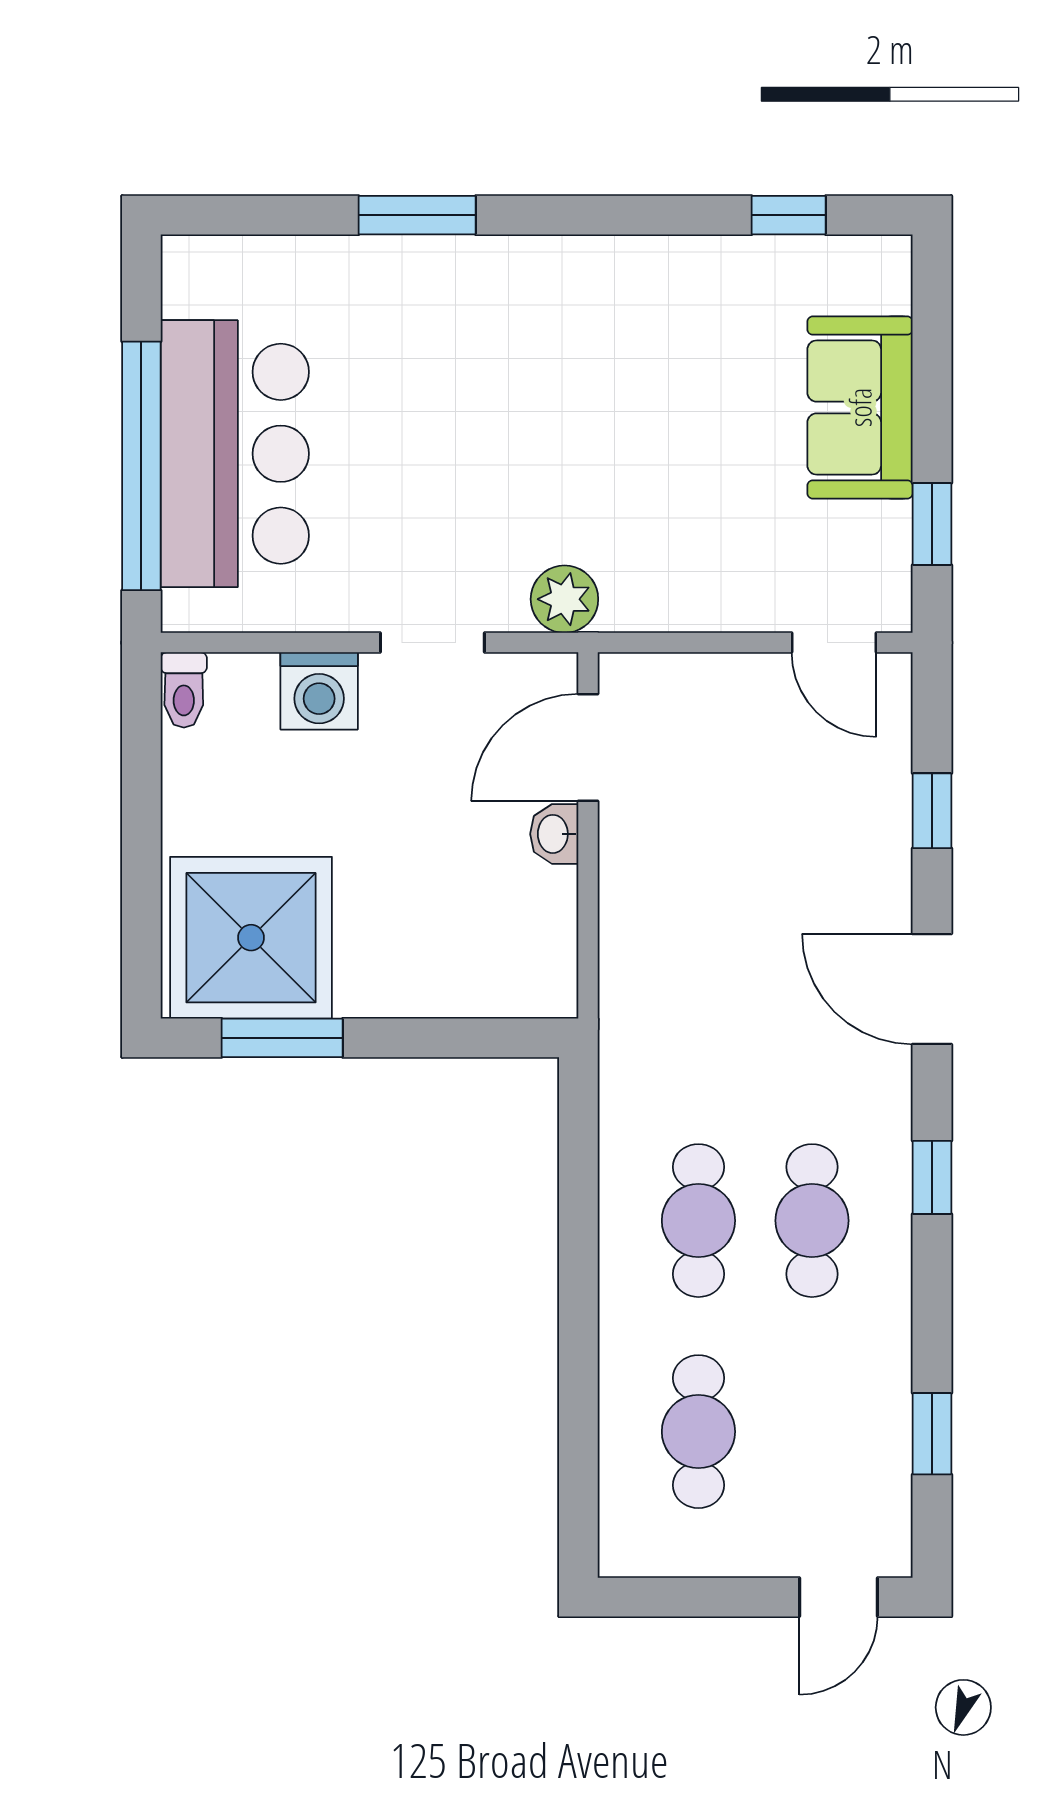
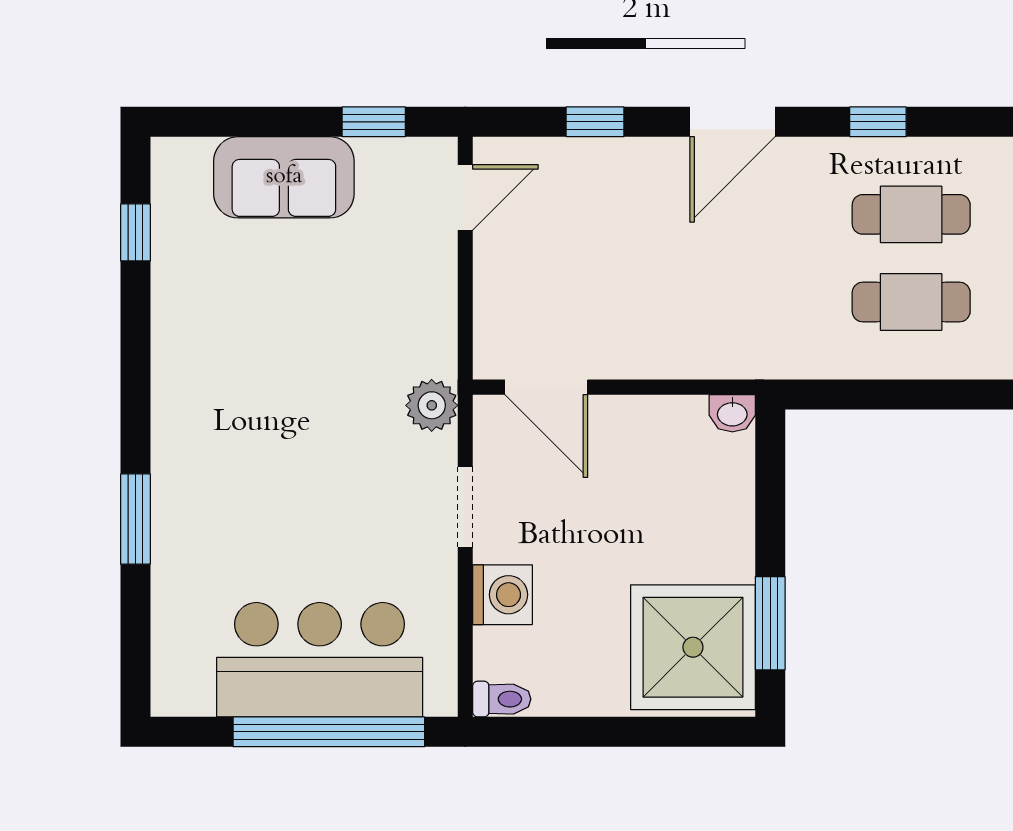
washbasin: (554, 834) -> (732, 413), moved

